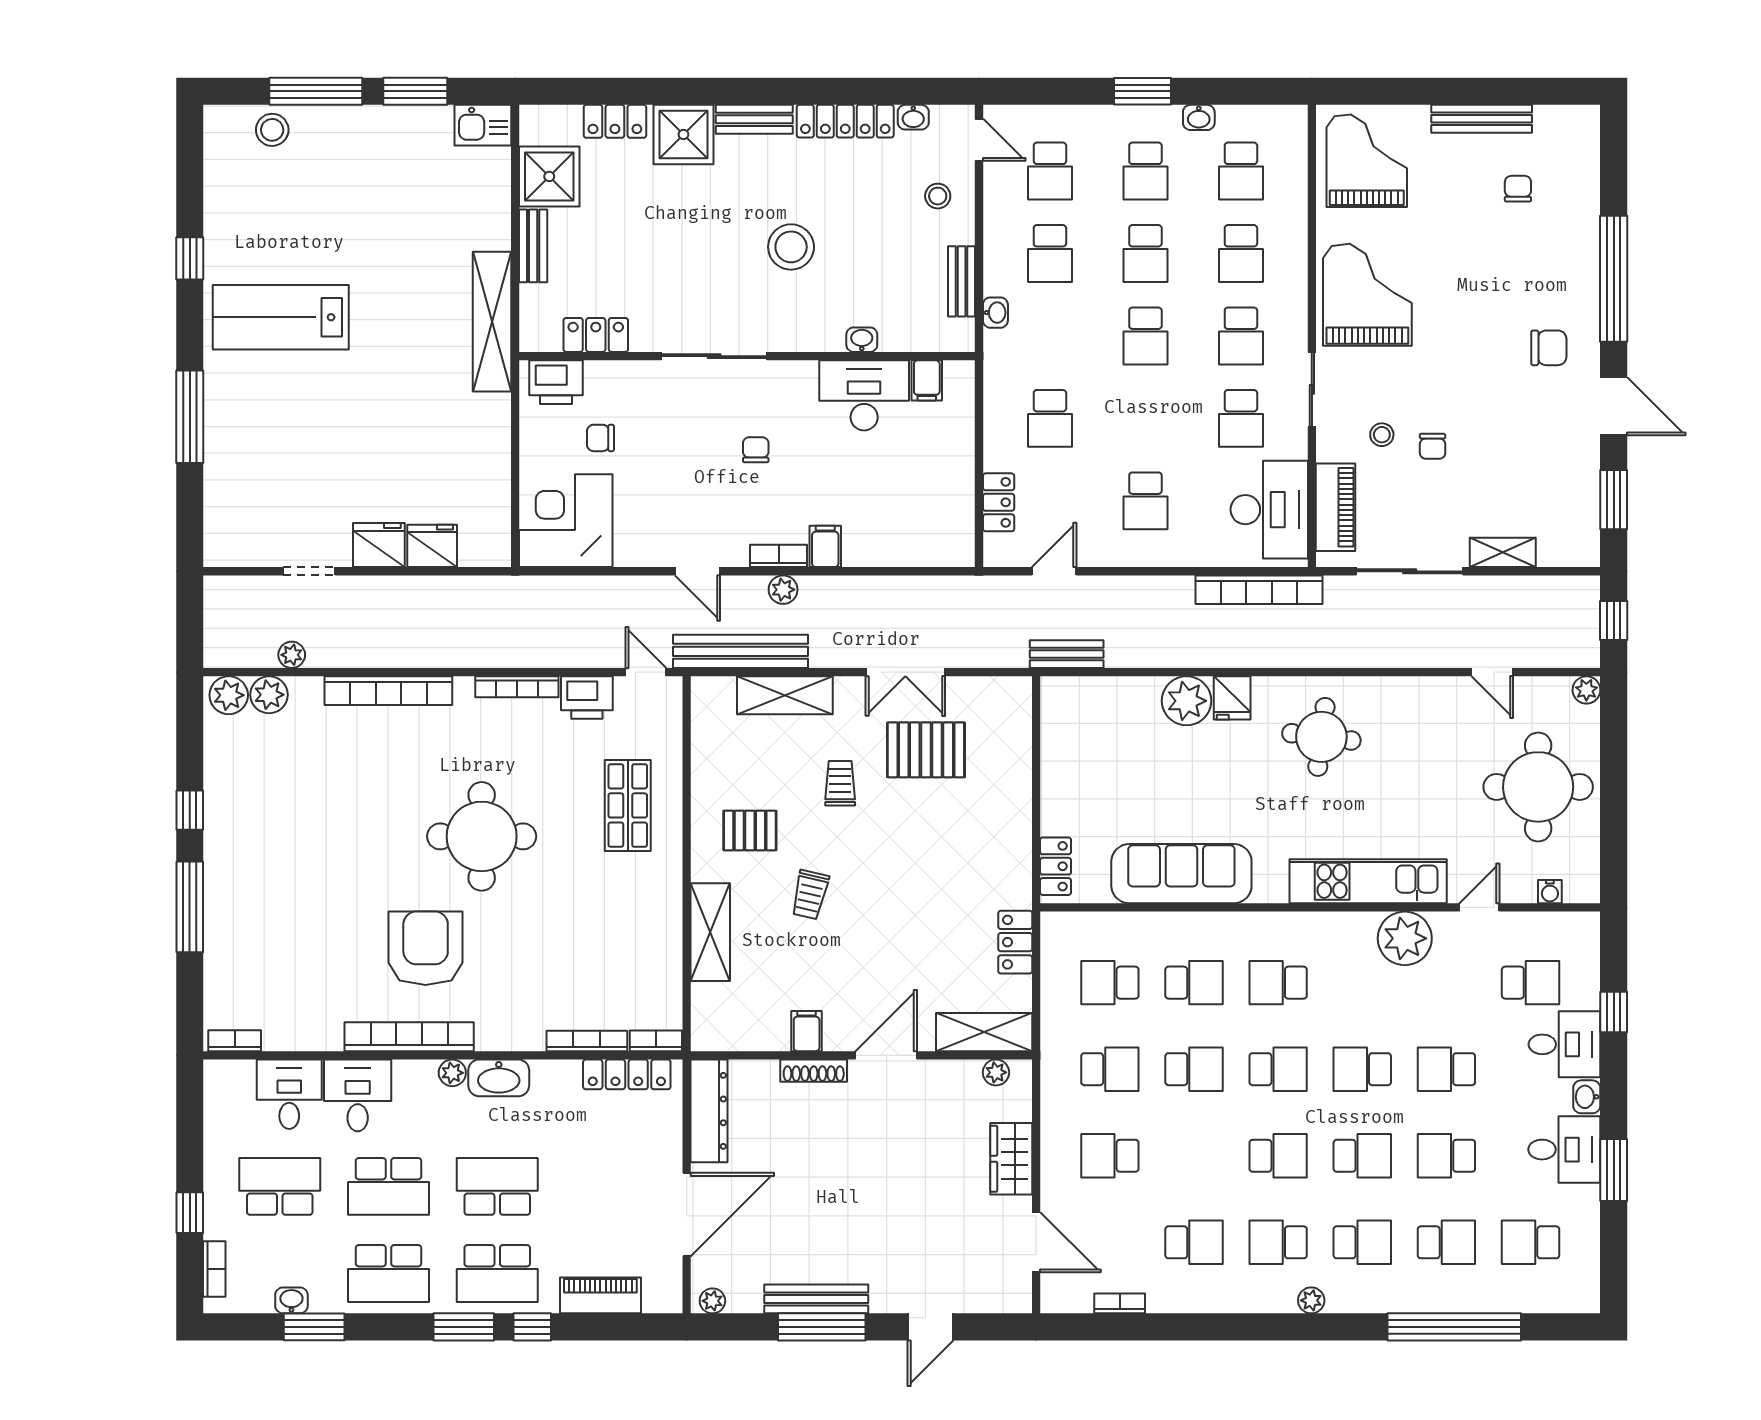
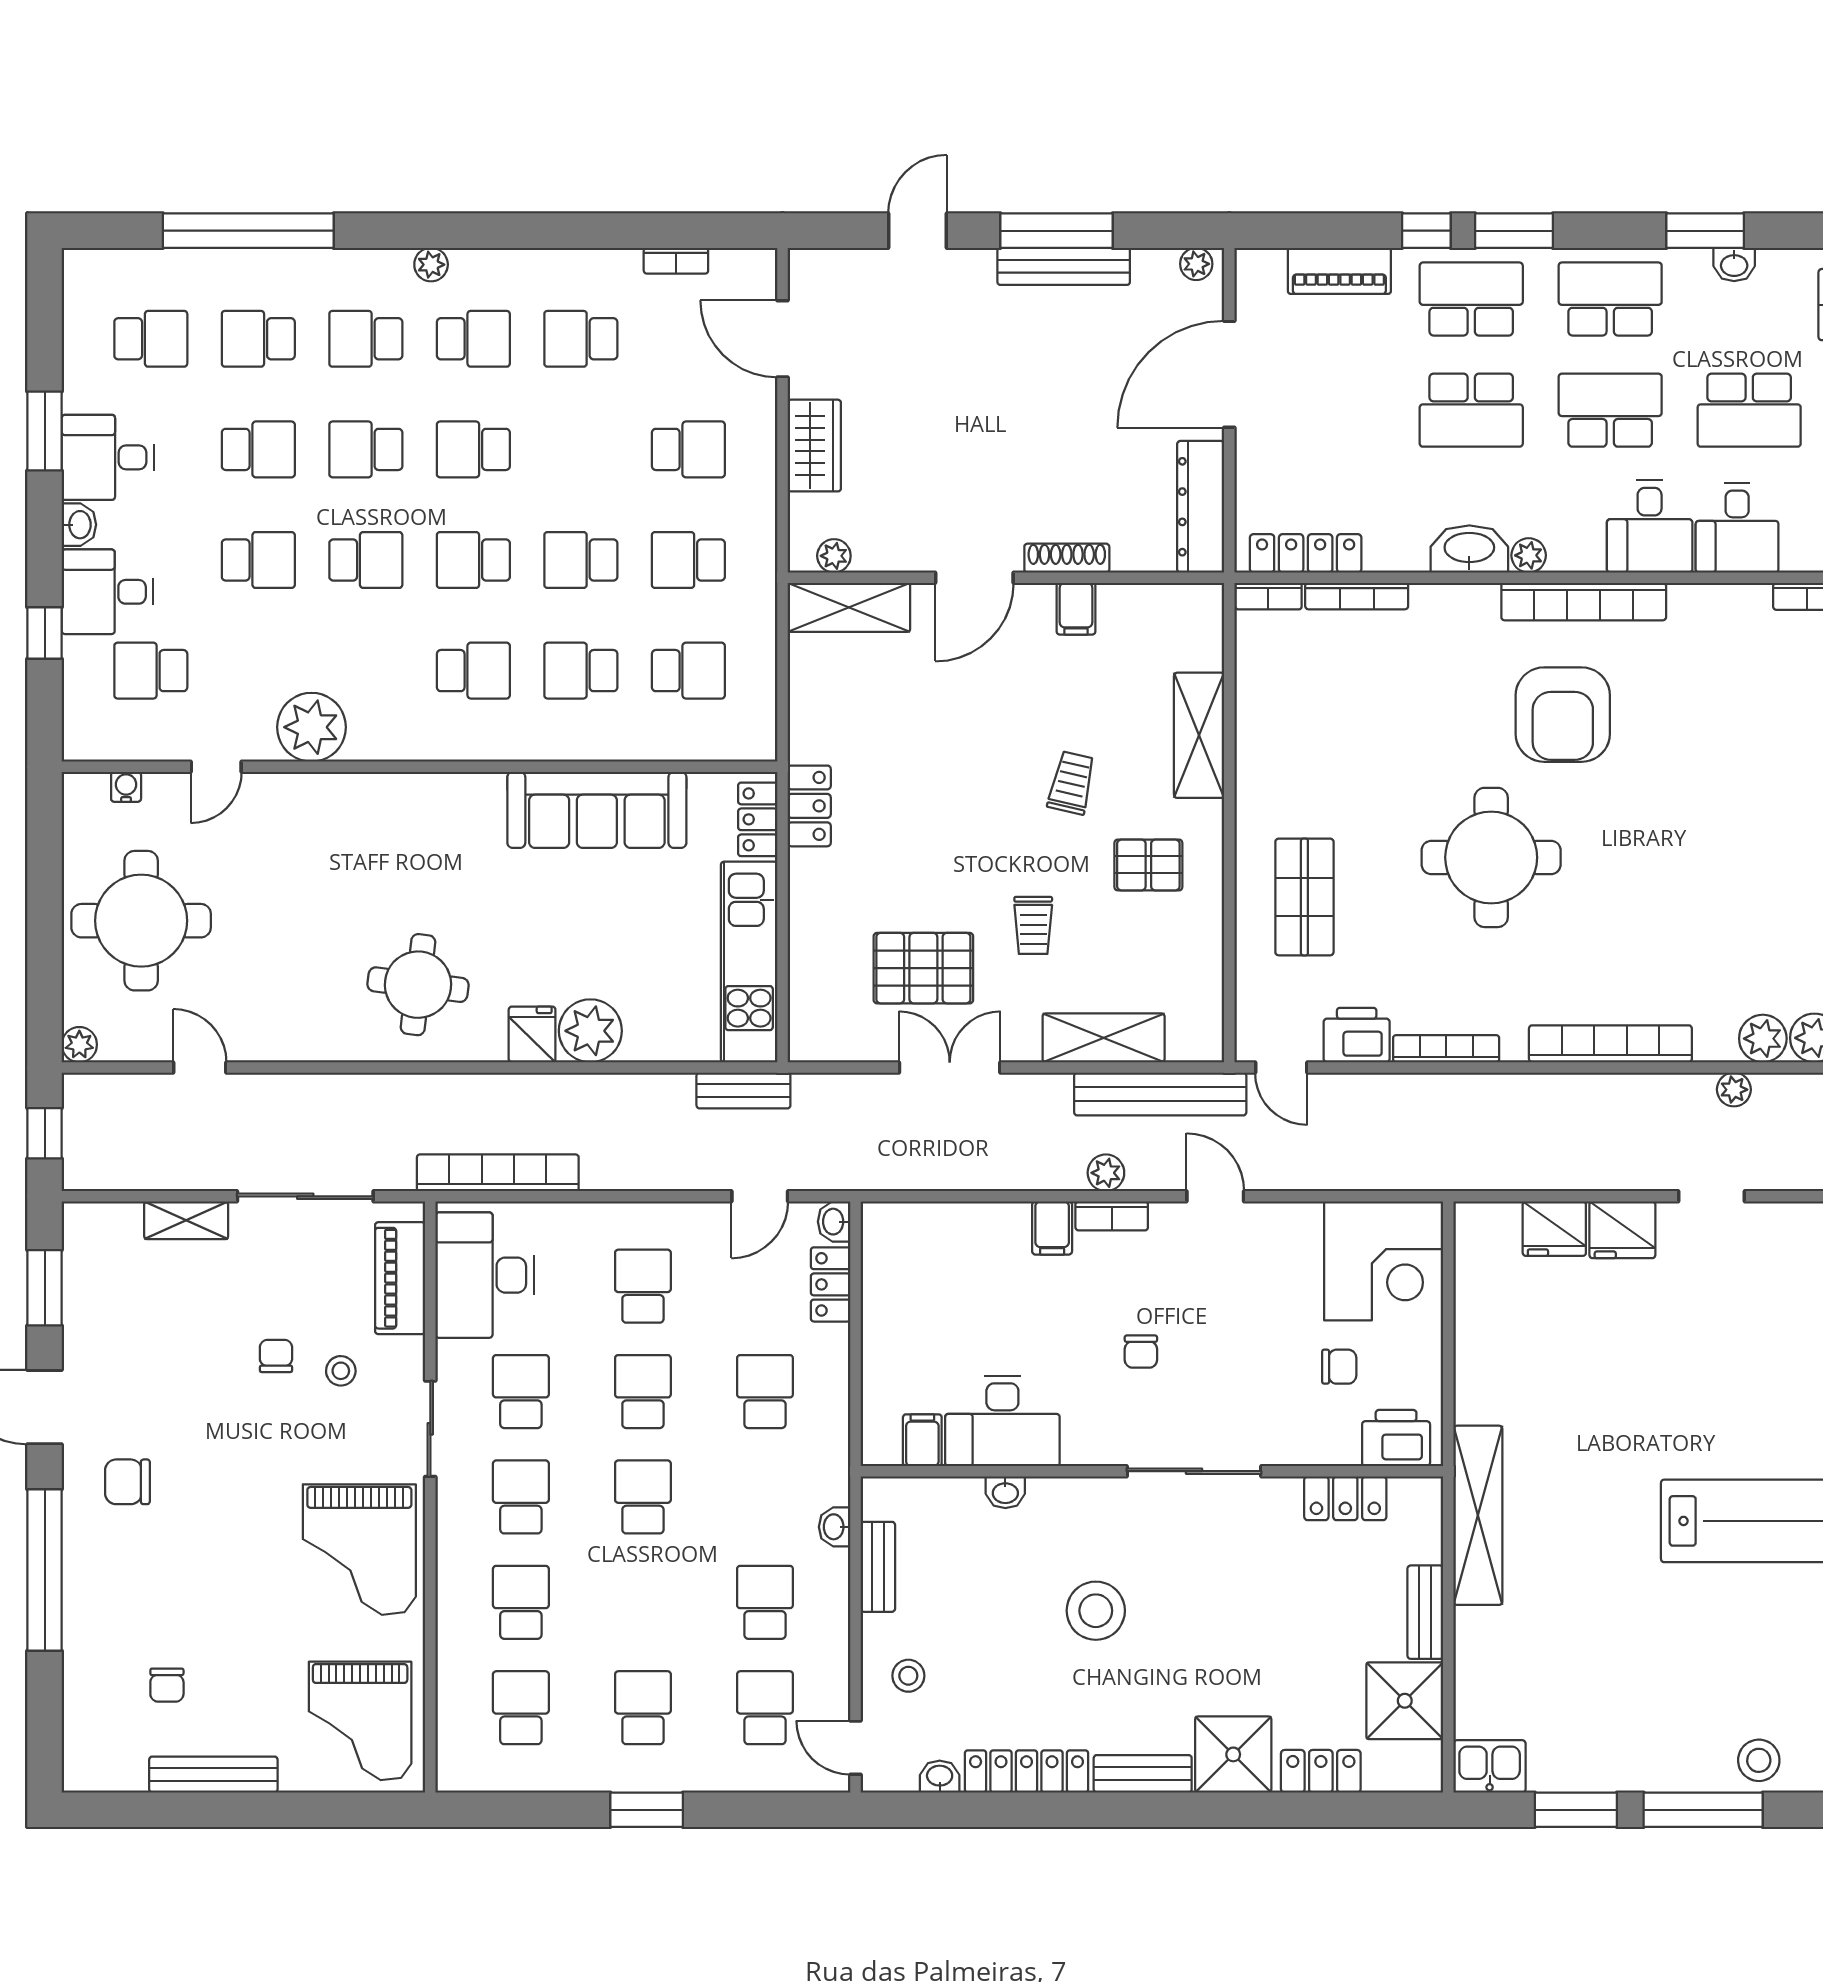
washbasin: (1199, 117) -> (834, 1222), moved, turned -90
school desk: (1145, 253) -> (643, 1392), moved
kitchen unit: (1368, 881) -> (749, 962), moved, turned 90
locker: (1015, 942) -> (809, 806), moved

